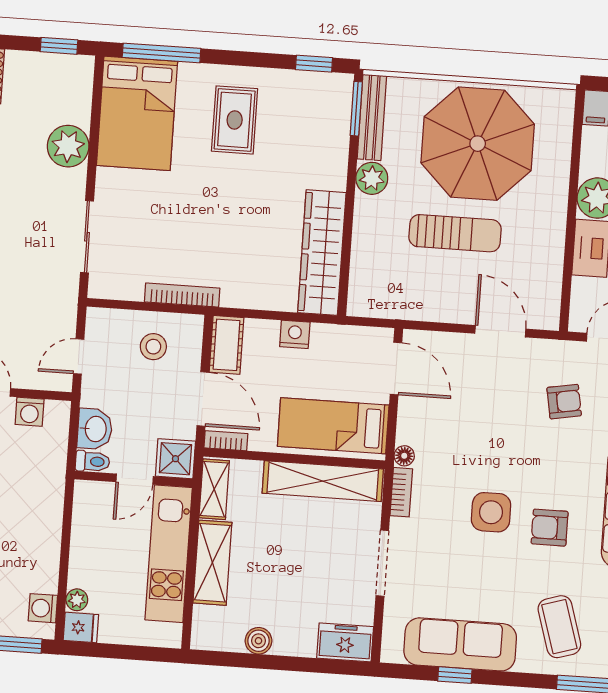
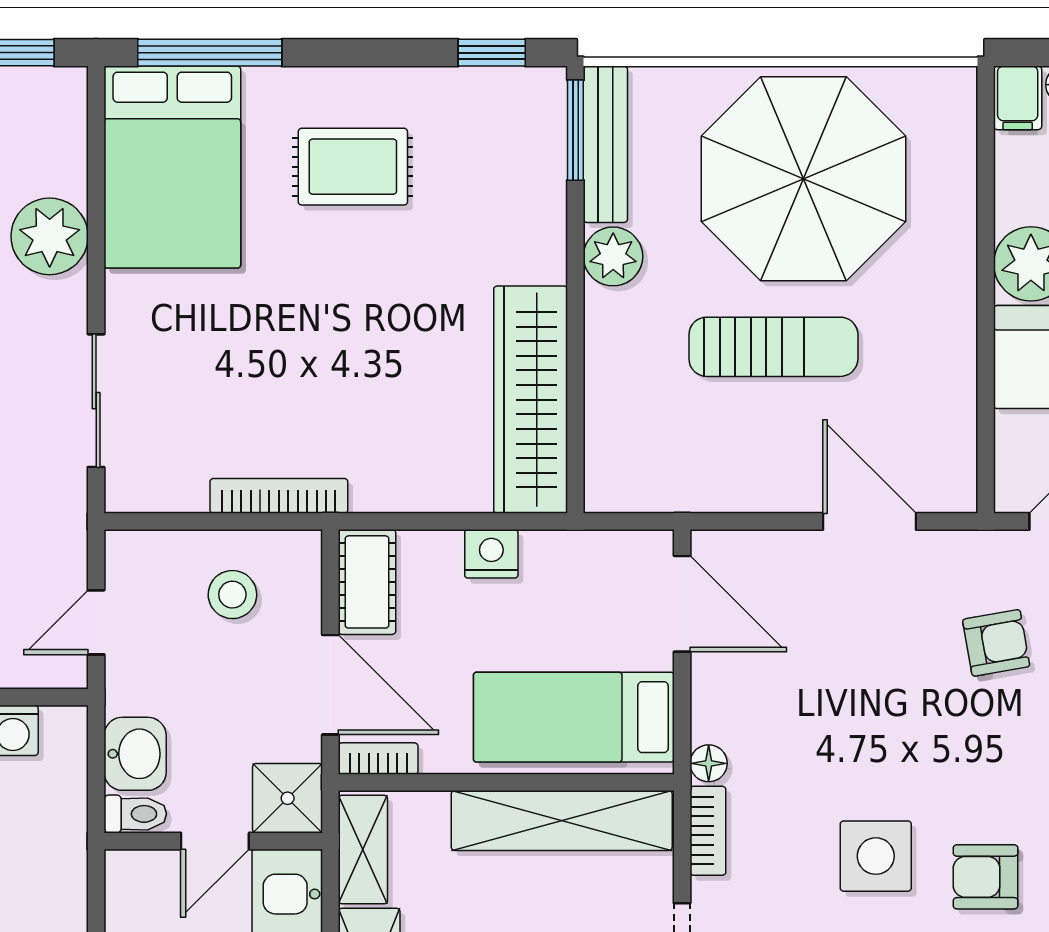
rug: (235, 120) -> (353, 167), turned 90

